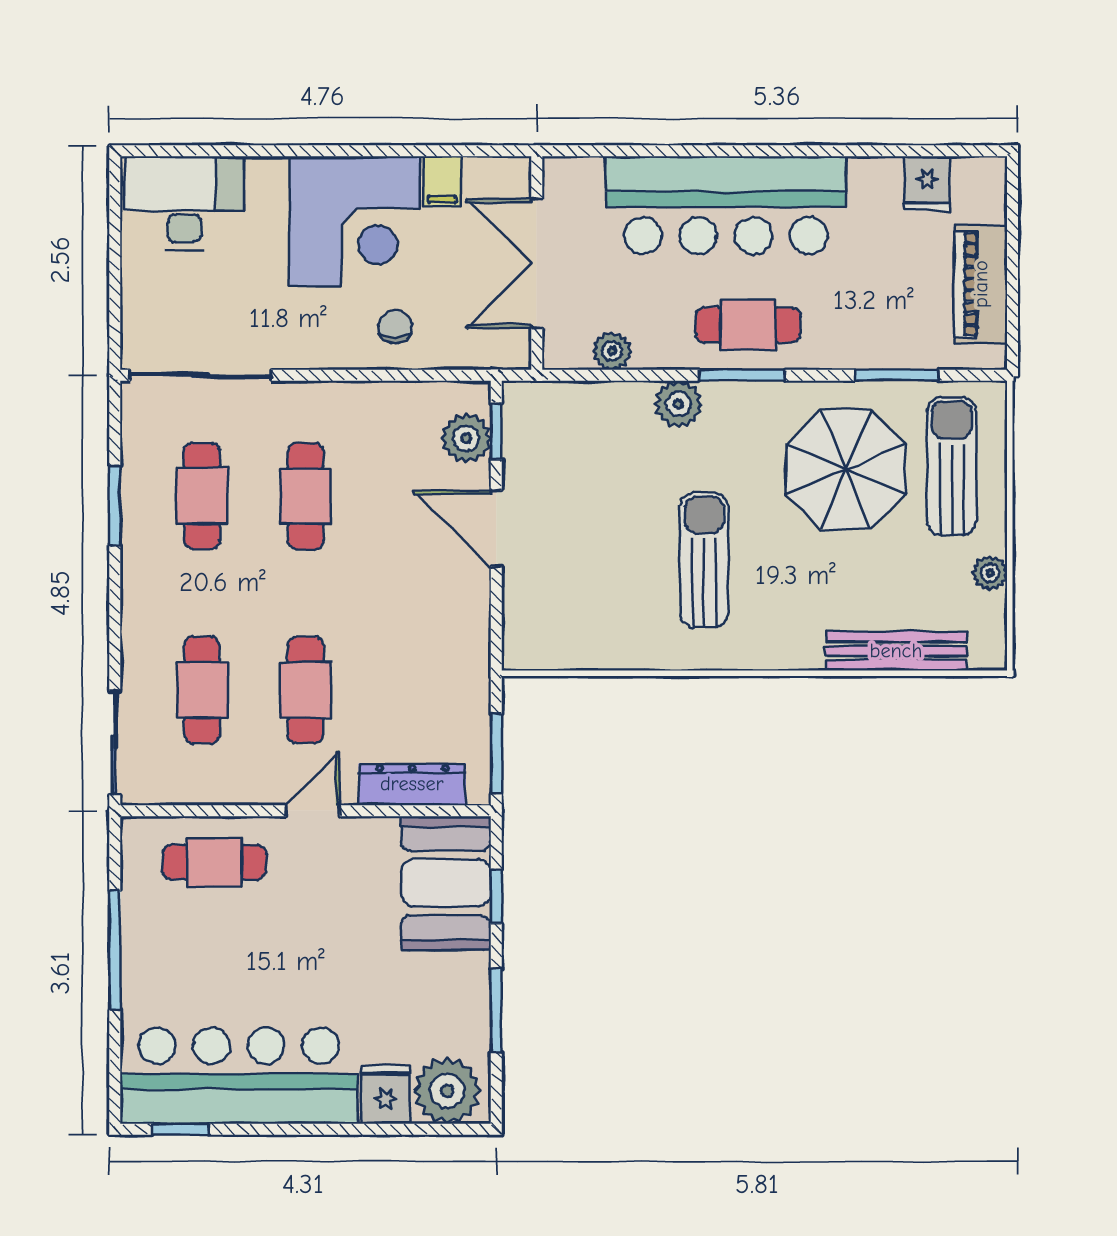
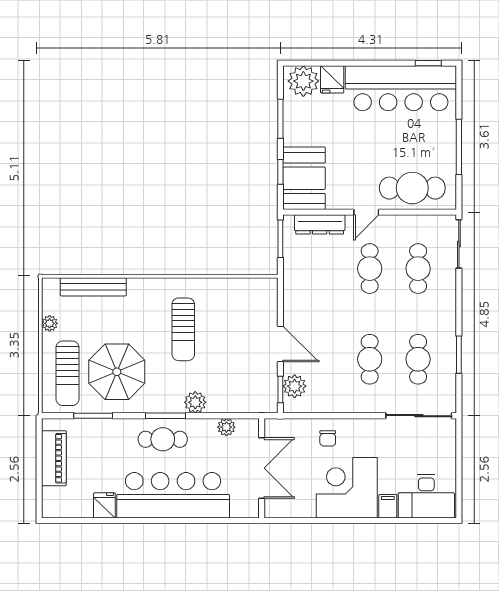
filing cabinet: (442, 182) -> (388, 506), moved
fridge: (927, 183) -> (104, 505), moved
cafe table: (214, 862) -> (412, 188), width x1.37, depth x1.35

